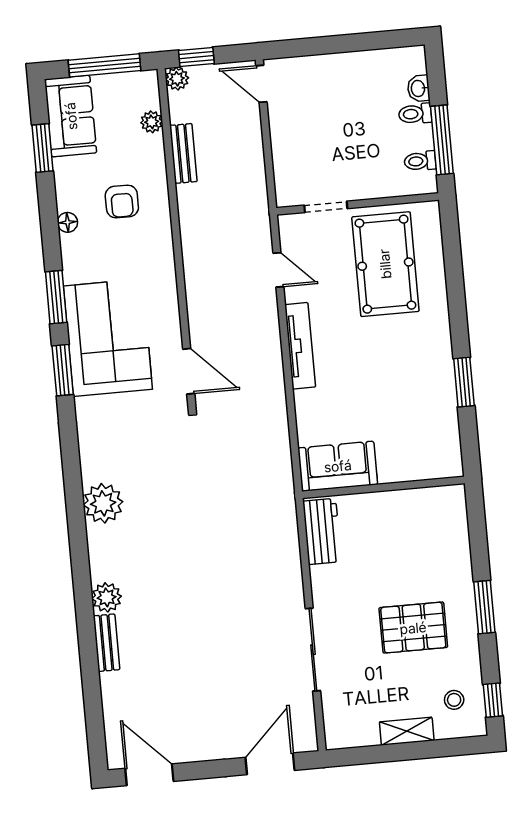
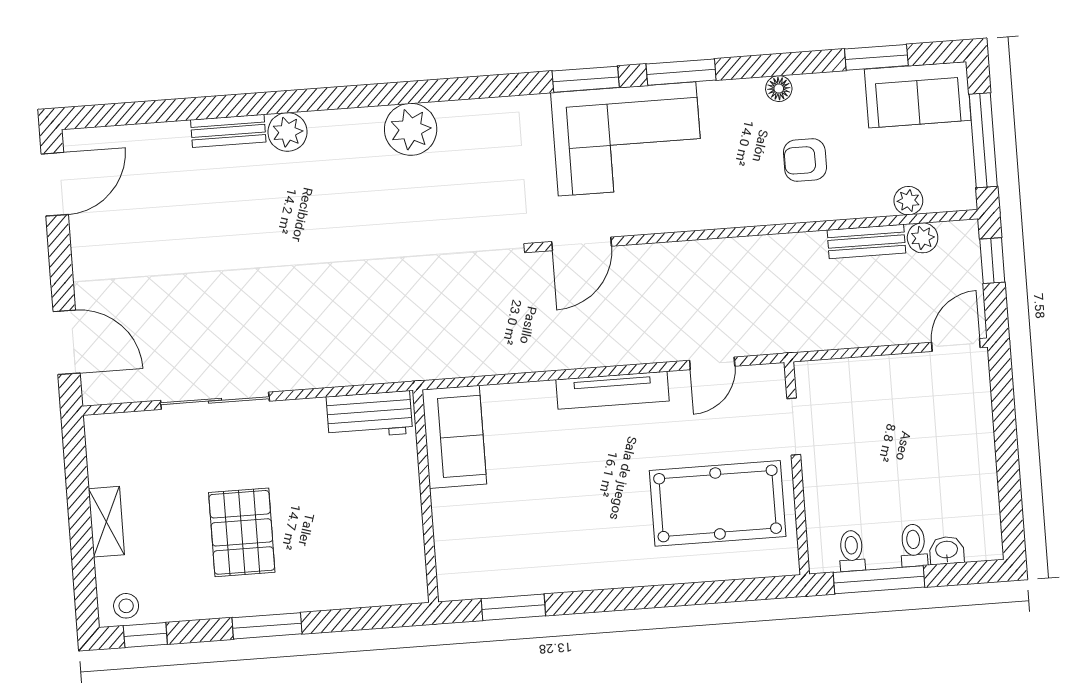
plant: (177, 79) -> (923, 238), moved
window: (464, 382) -> (513, 607), moved
stool: (454, 700) -> (126, 606), moved

